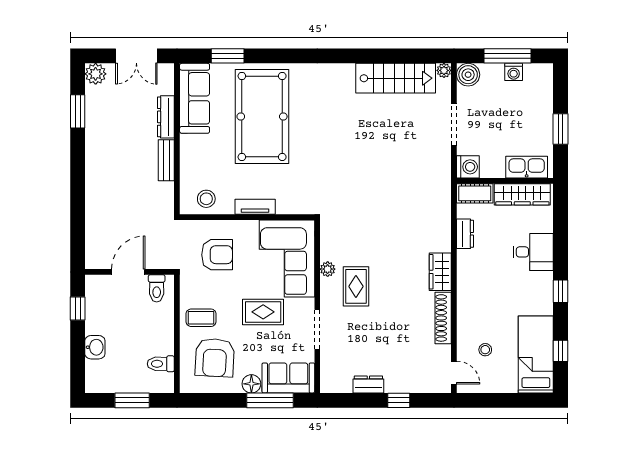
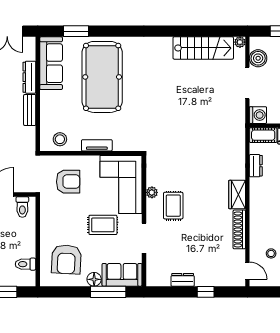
boiler: (468, 75) -> (258, 58), moved
coffee table: (201, 318) -> (56, 229), removed

